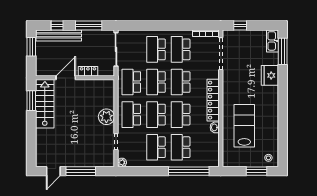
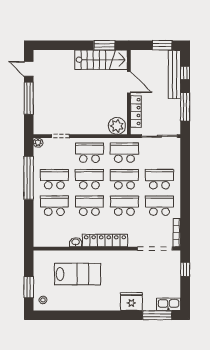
locker: (88, 71) -> (136, 112), width x1.53
plant: (106, 117) -> (117, 126), moved
window: (189, 171) -> (29, 178), moved

